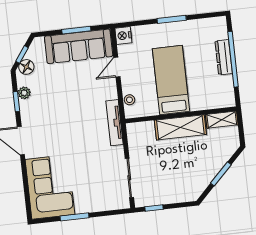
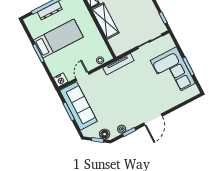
door: (117, 67) -> (82, 76), swing flipped
bed: (171, 80) -> (58, 39), moved, turned 180
corner sofa: (50, 187) -> (173, 72), moved, turned -90

